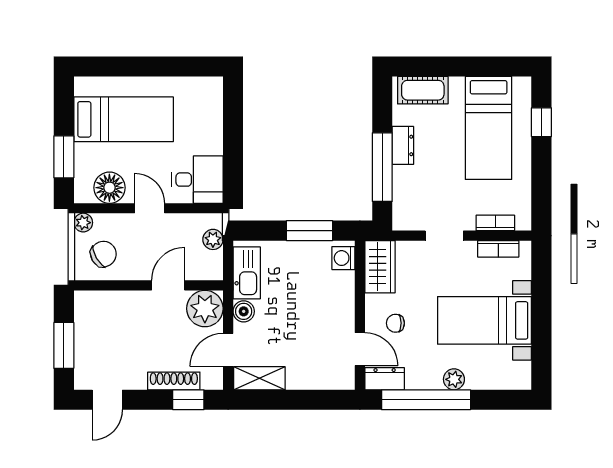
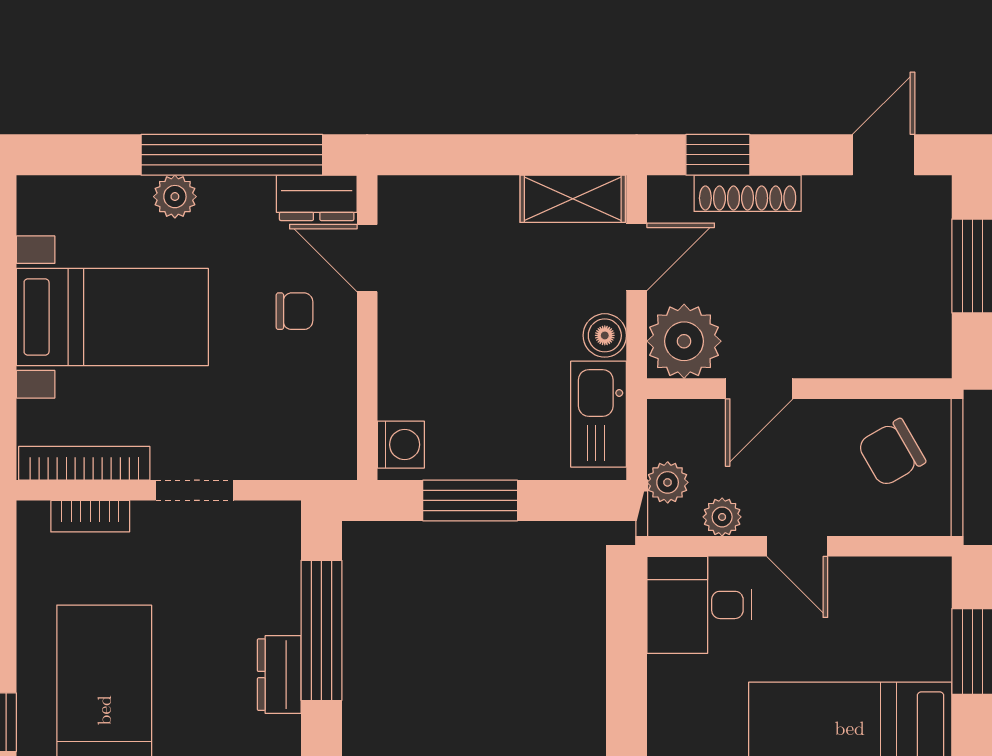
floor lamp: (109, 188) -> (879, 588), removed
plant: (83, 223) -> (722, 517), moved
bookcase: (498, 249) -> (84, 463), width x1.56
wardrobe: (380, 267) -> (326, 427), removed

